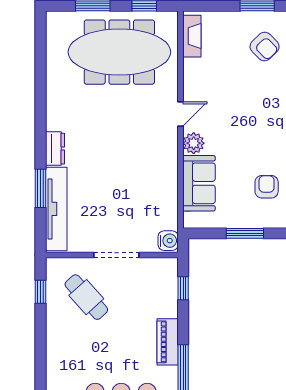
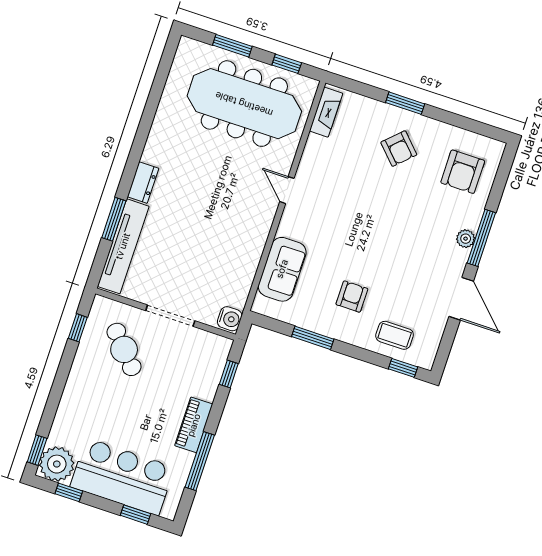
door: (180, 114) -> (287, 190), swing flipped
plant: (194, 143) -> (290, 225), removed

